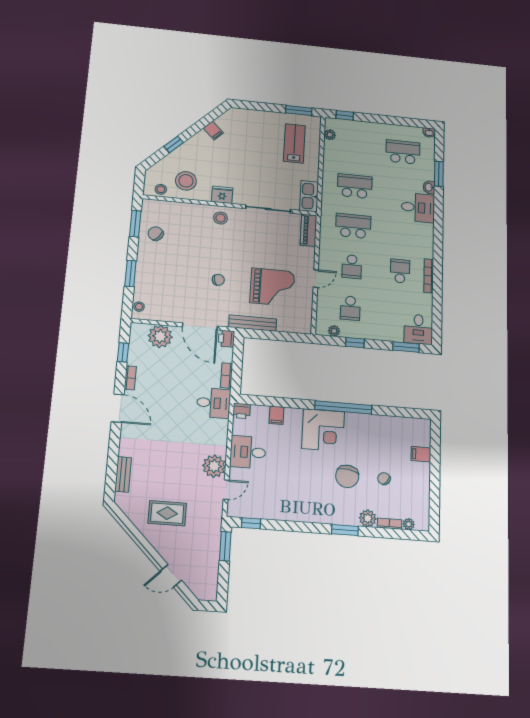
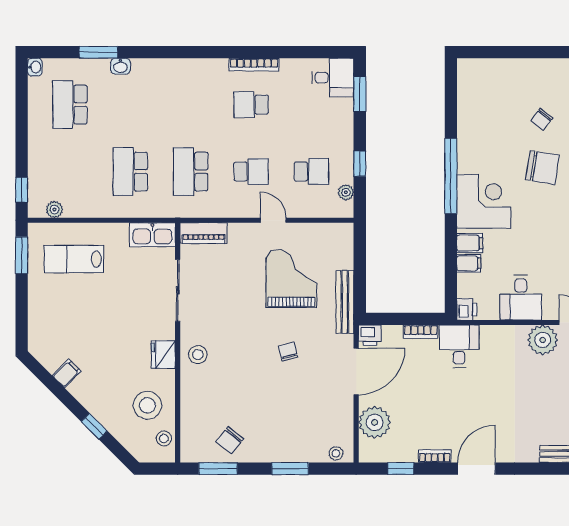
desk: (418, 208) -> (153, 81), removed
filing cabinet: (421, 454) -> (470, 243), moved, turned -90

